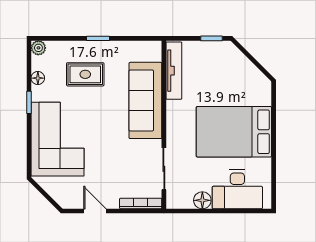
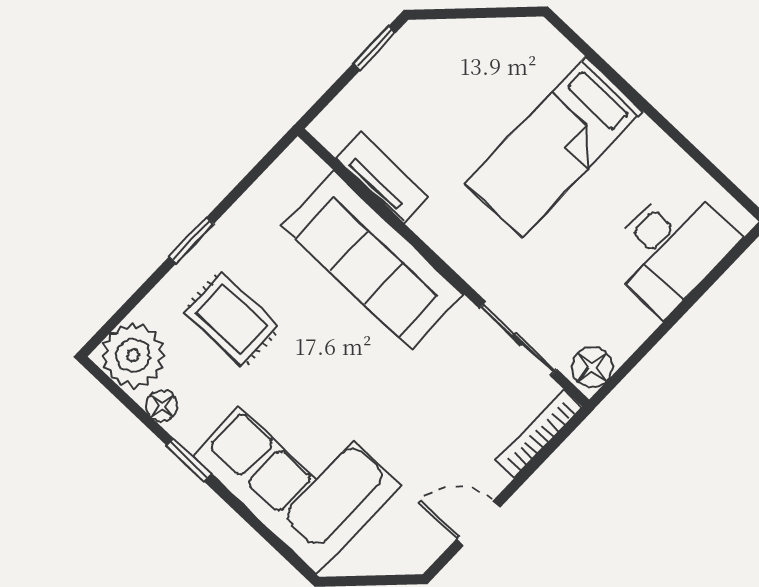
plant: (38, 48) -> (133, 355), width x1.88, depth x1.88
tv unit: (174, 71) -> (382, 177), width x0.71
rug: (85, 74) -> (232, 319), turned 90
bed: (234, 132) -> (554, 147), width x0.67
floor lamp: (202, 200) -> (592, 367), moved

